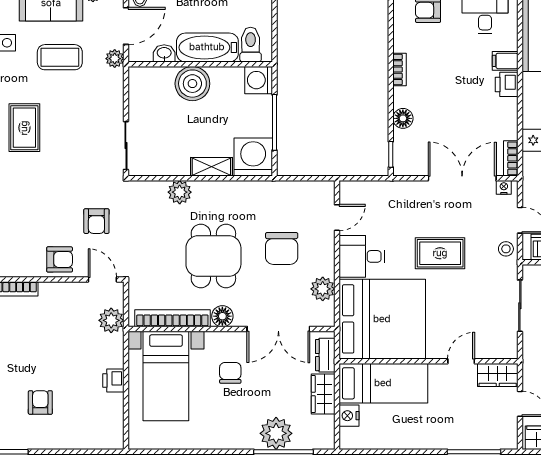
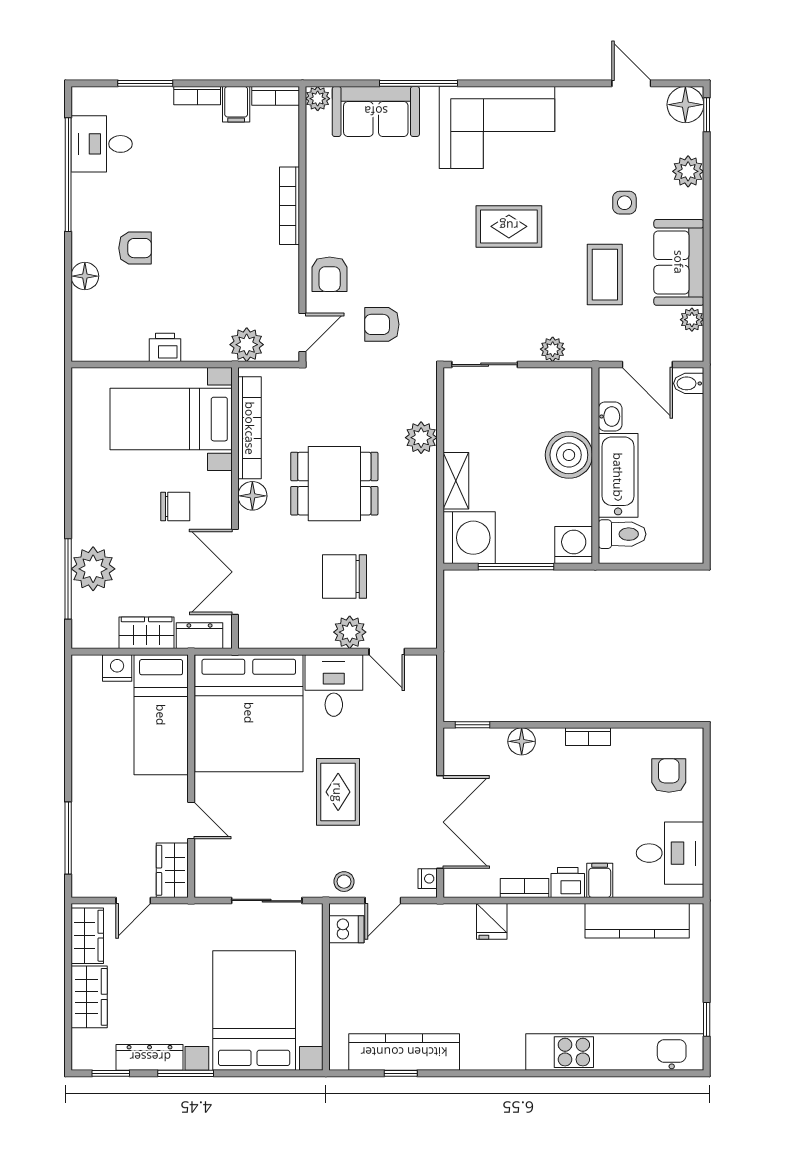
plant: (115, 59) -> (553, 349), moved
bookcase: (511, 158) -> (525, 888), moved
plant: (323, 289) -> (350, 632), moved
floor lamp: (61, 439) -> (85, 276), added

